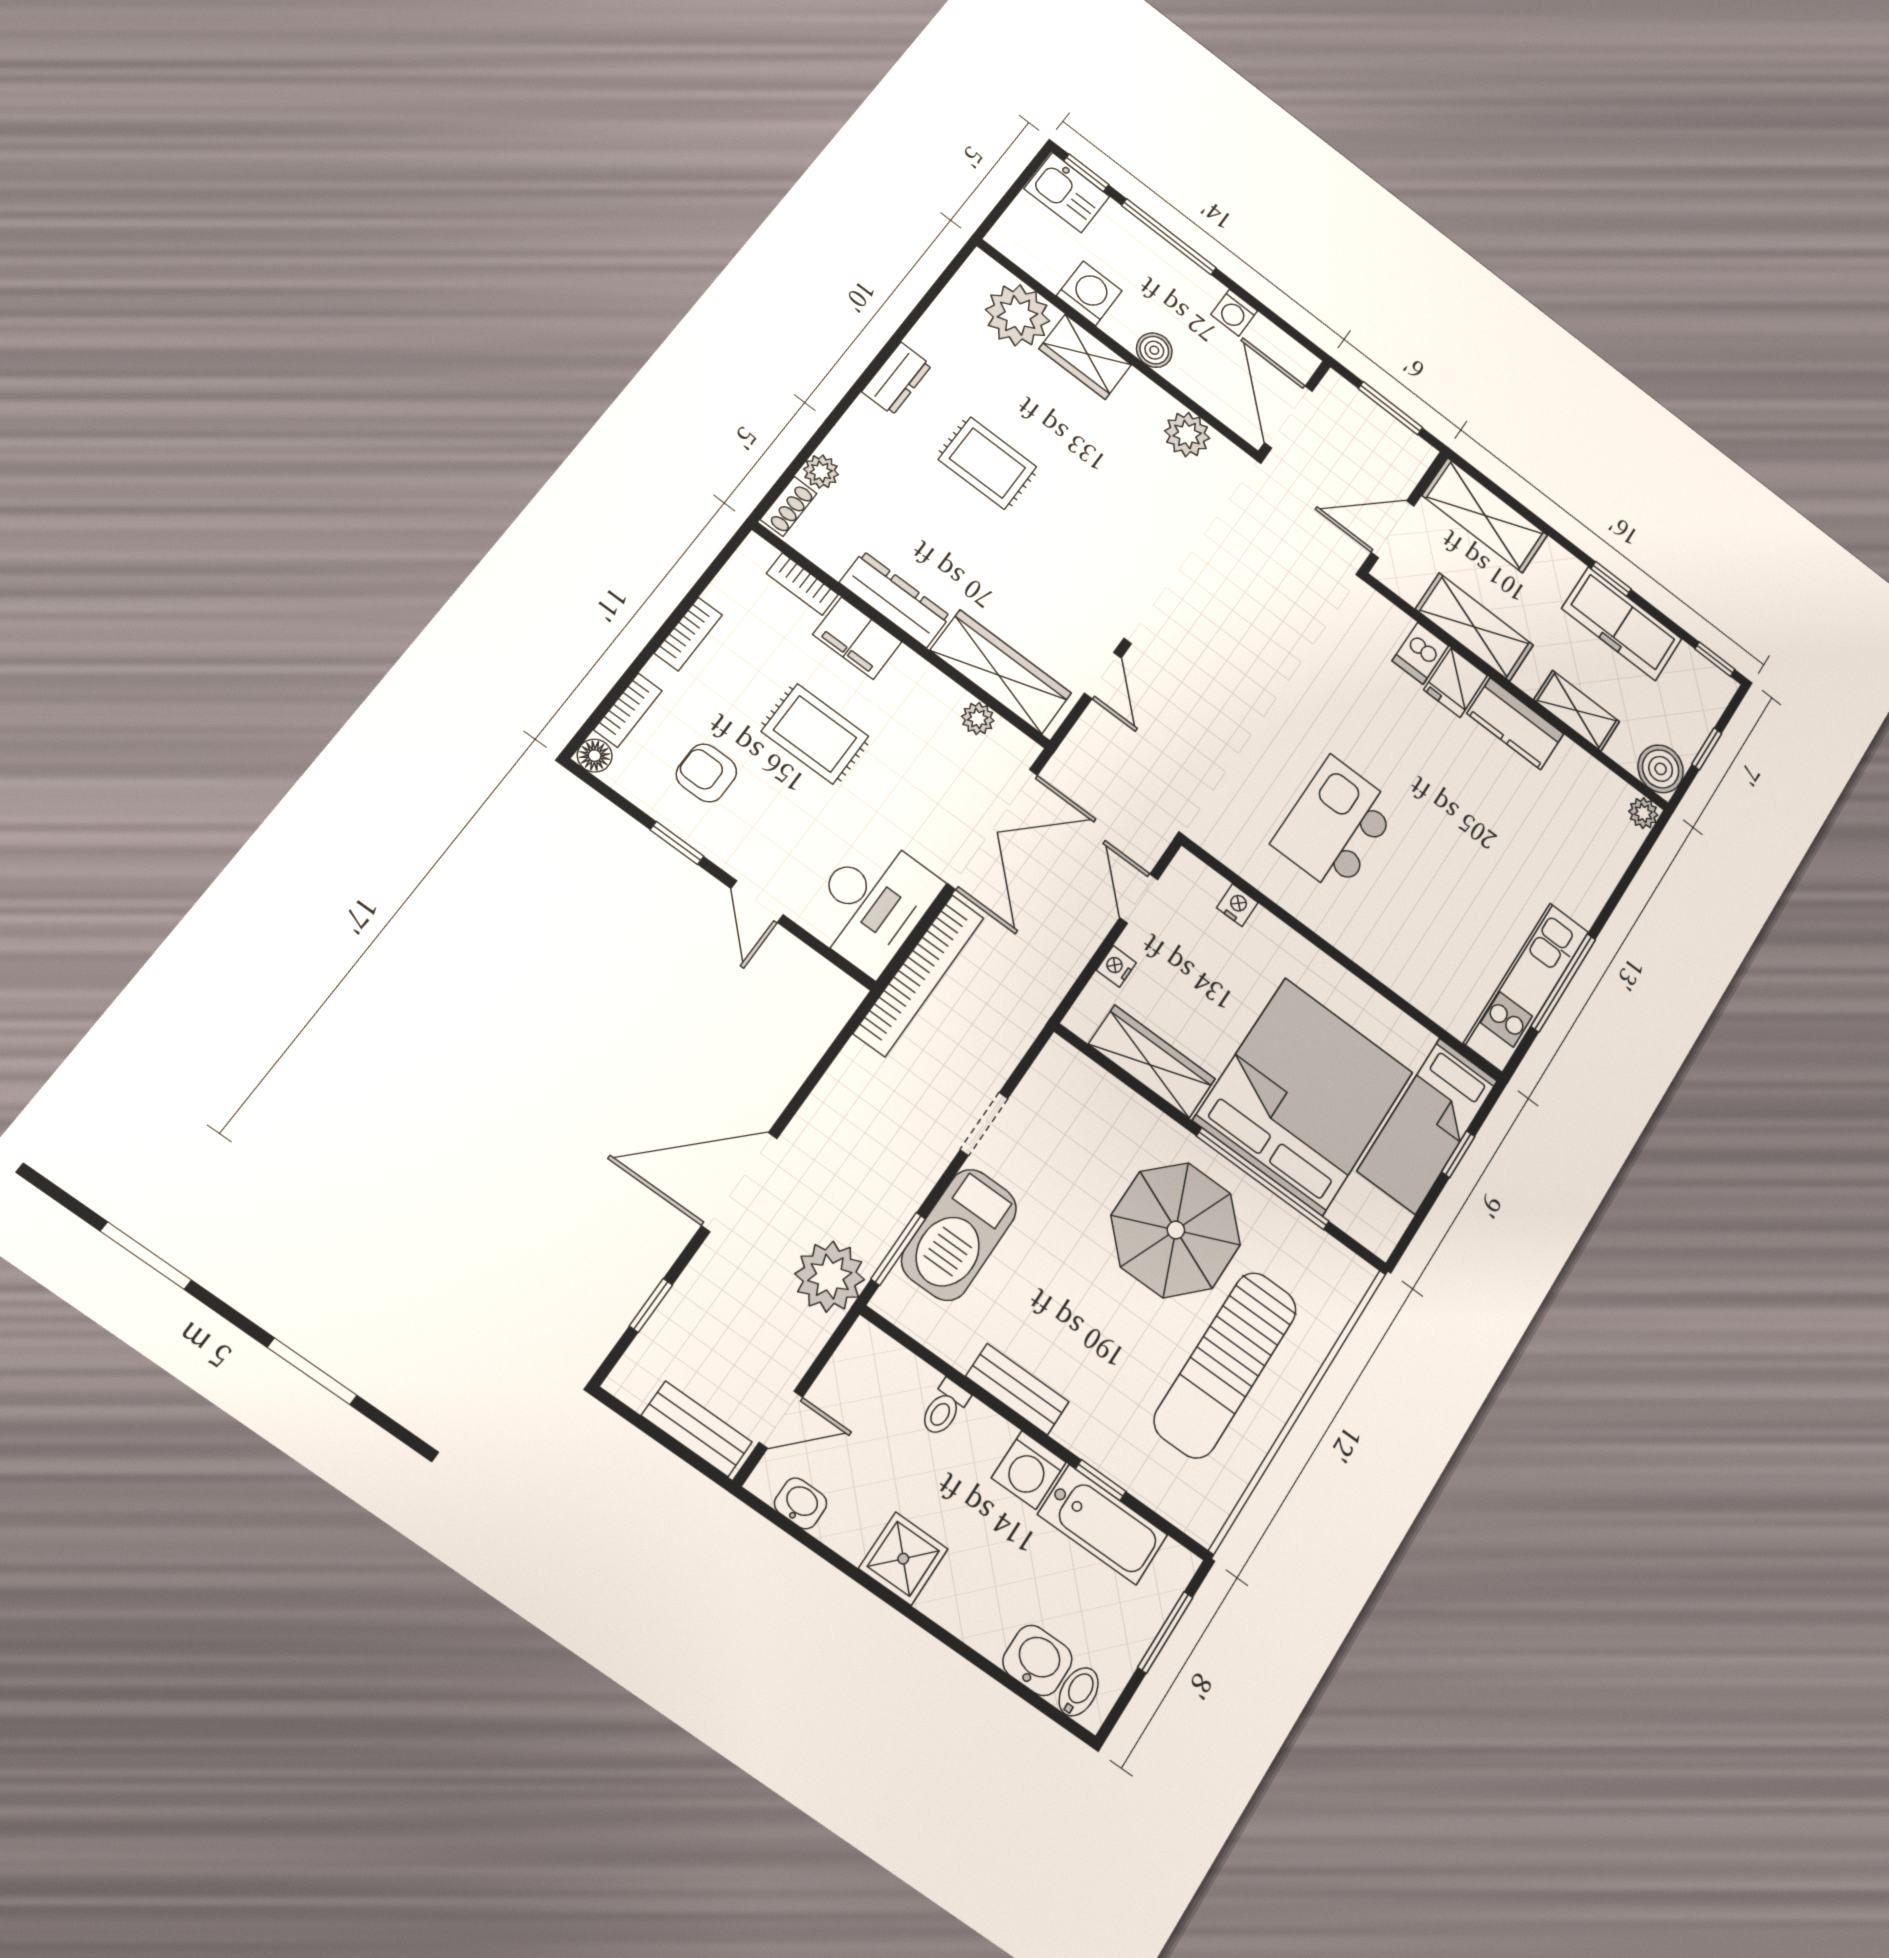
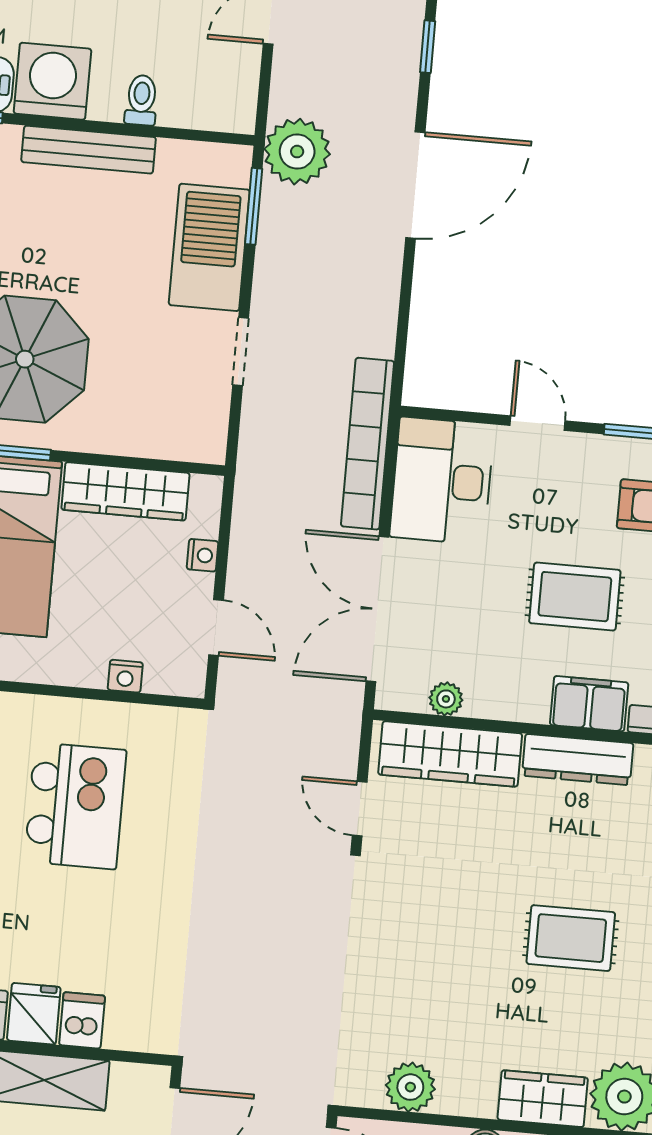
bench: (1017, 1389) -> (89, 150), width x1.36
washing machine: (1029, 1470) -> (52, 81), width x1.37, depth x1.37

